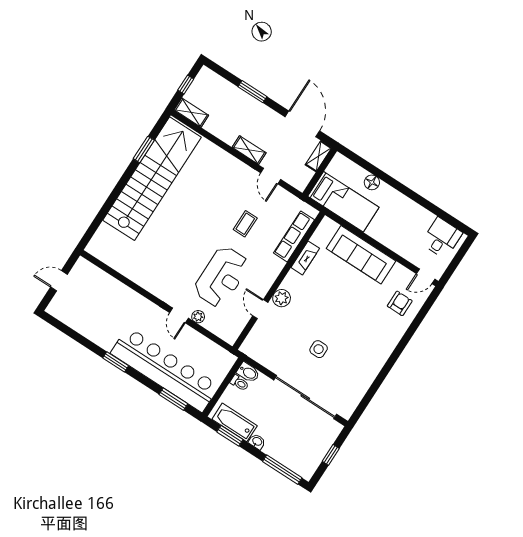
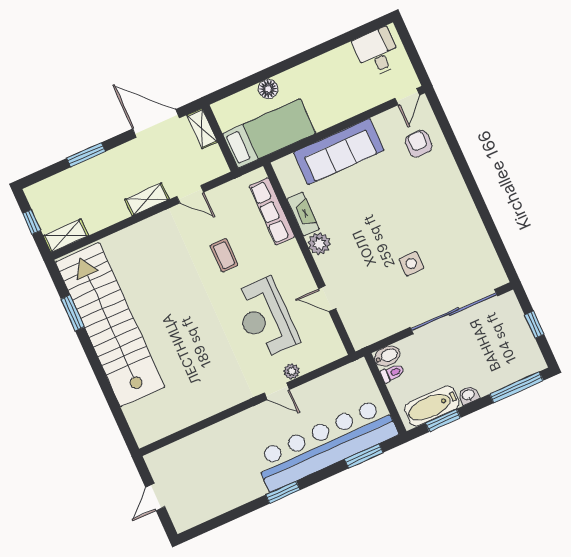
reception desk: (222, 277) -> (265, 318), turned 180
plant: (282, 298) -> (319, 244), moved

